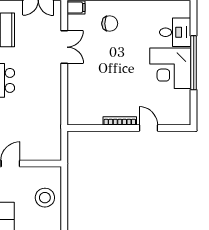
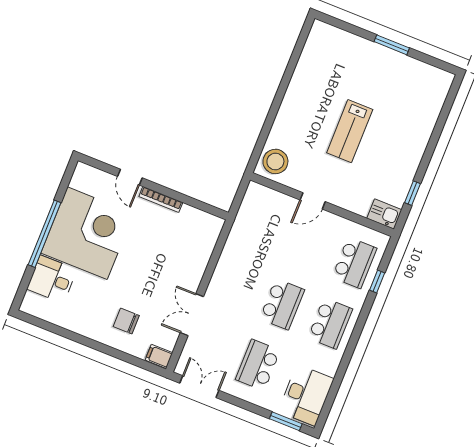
corner desk: (170, 68) -> (87, 233), width x1.36, depth x1.36
stool: (45, 198) -> (275, 161), moved

